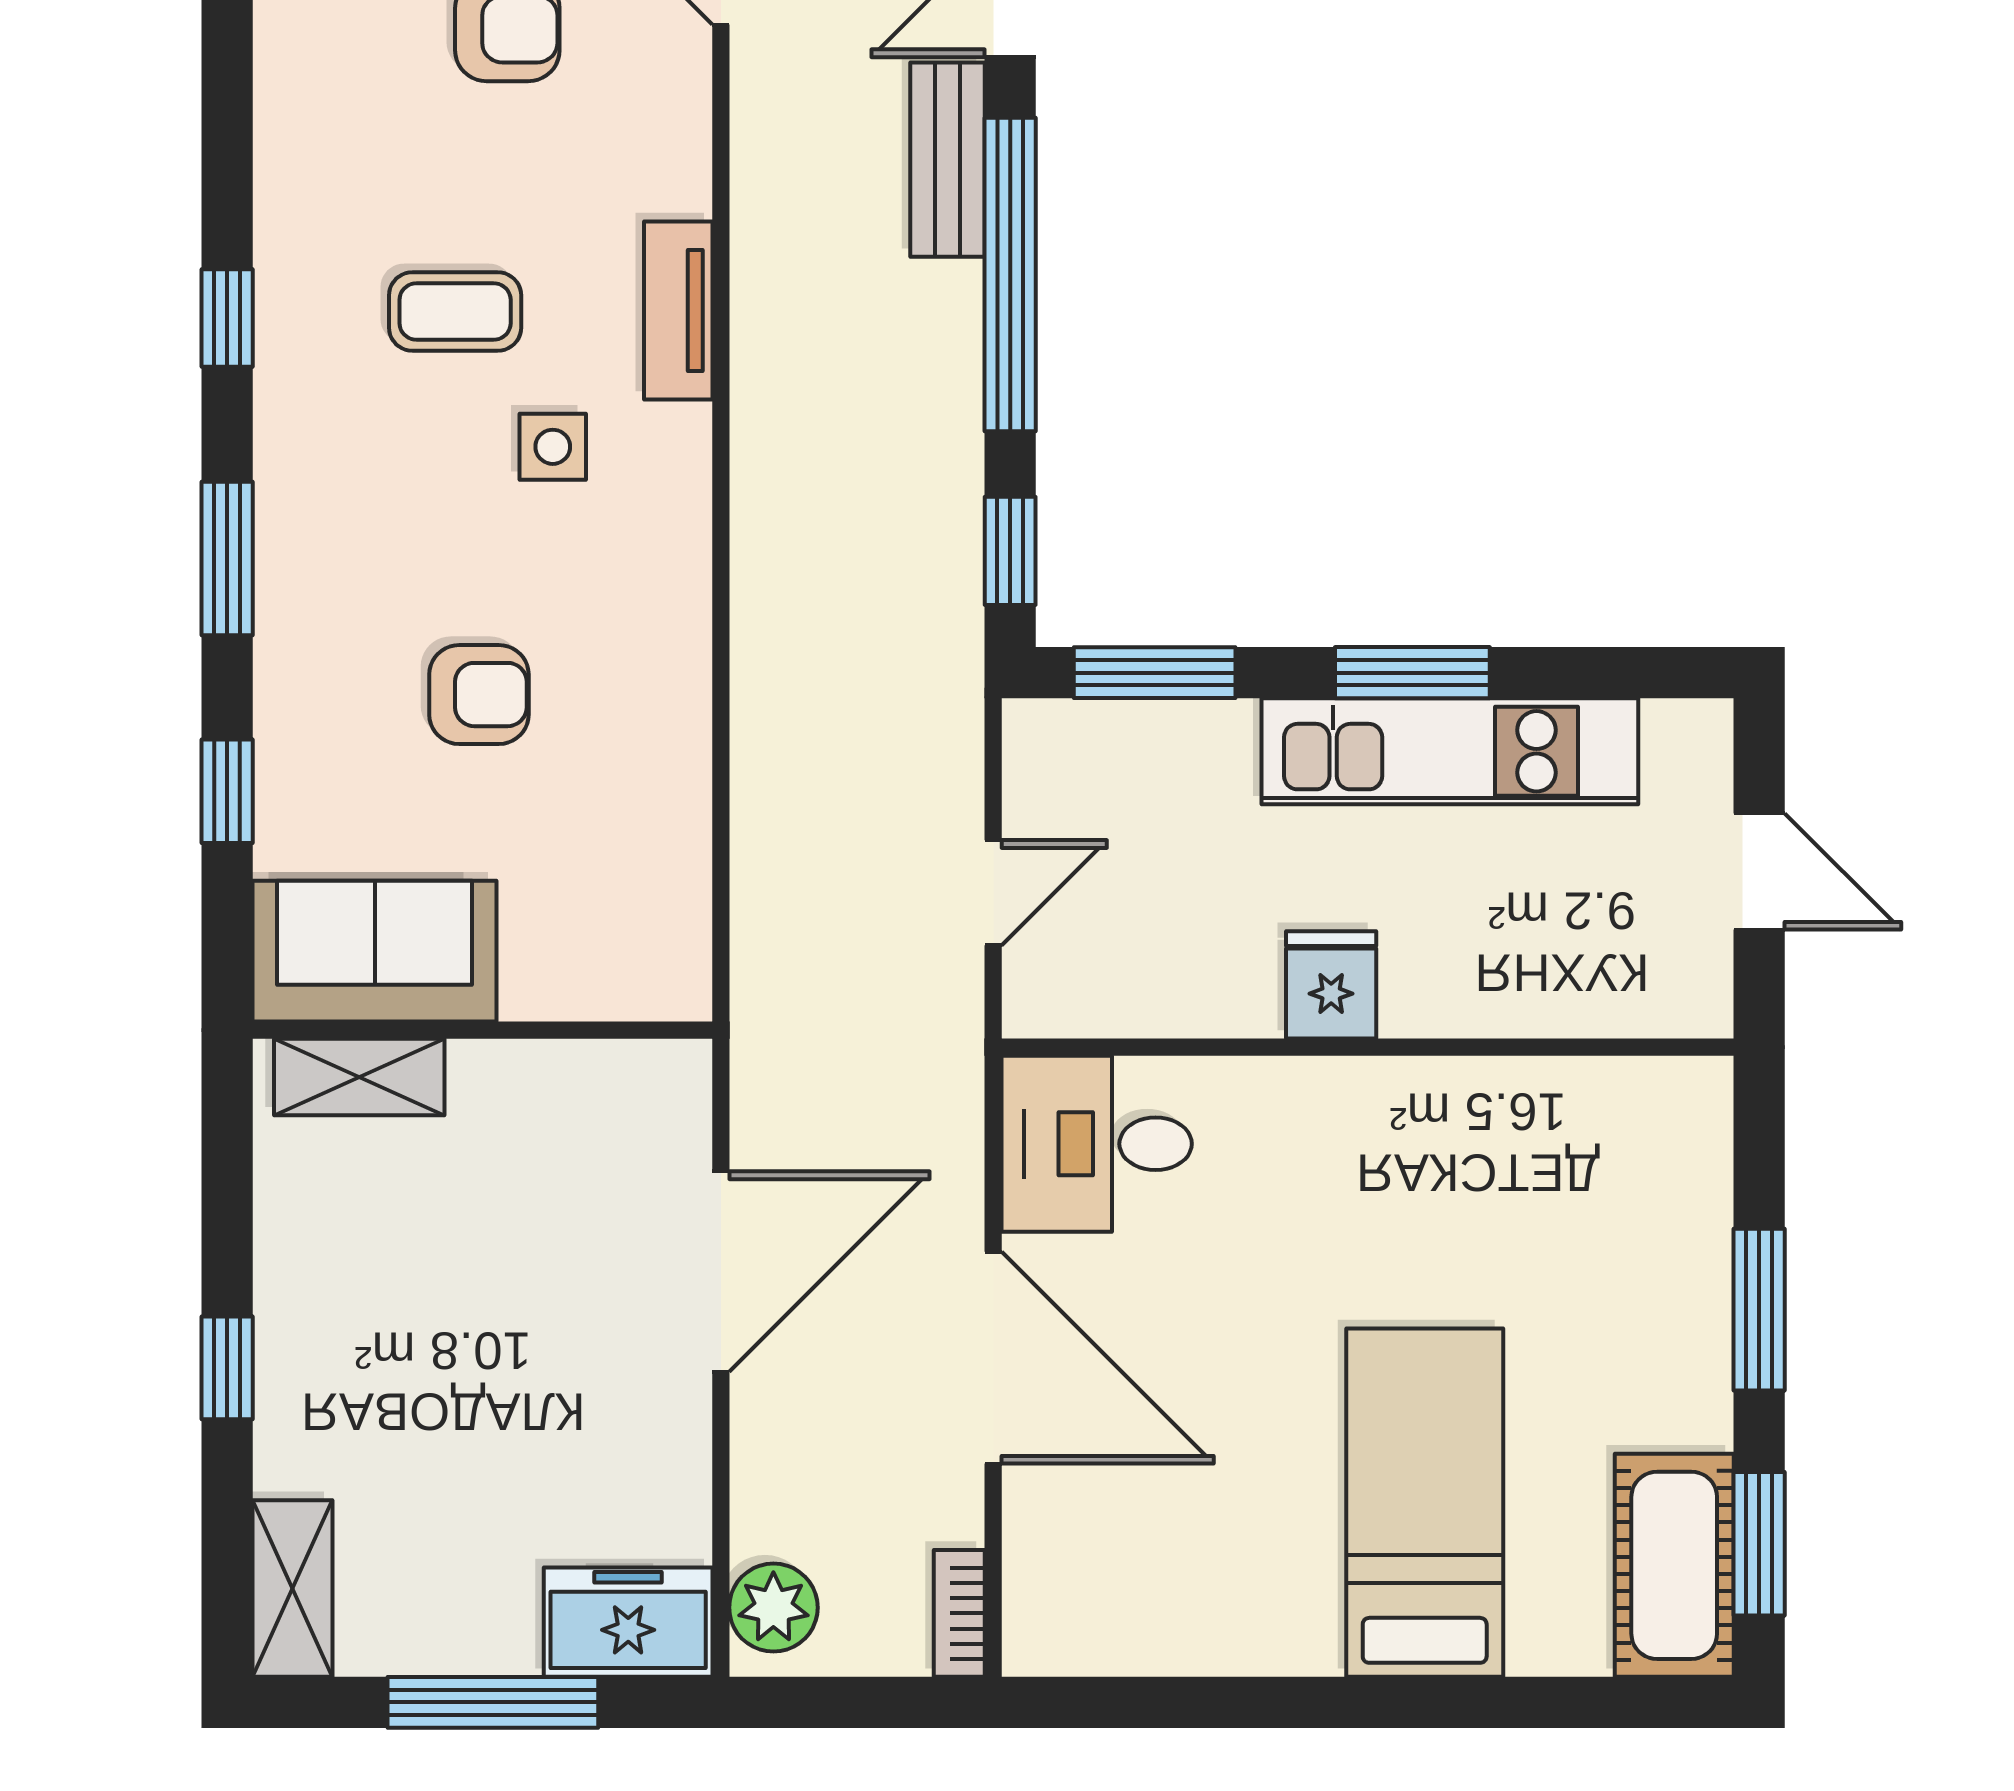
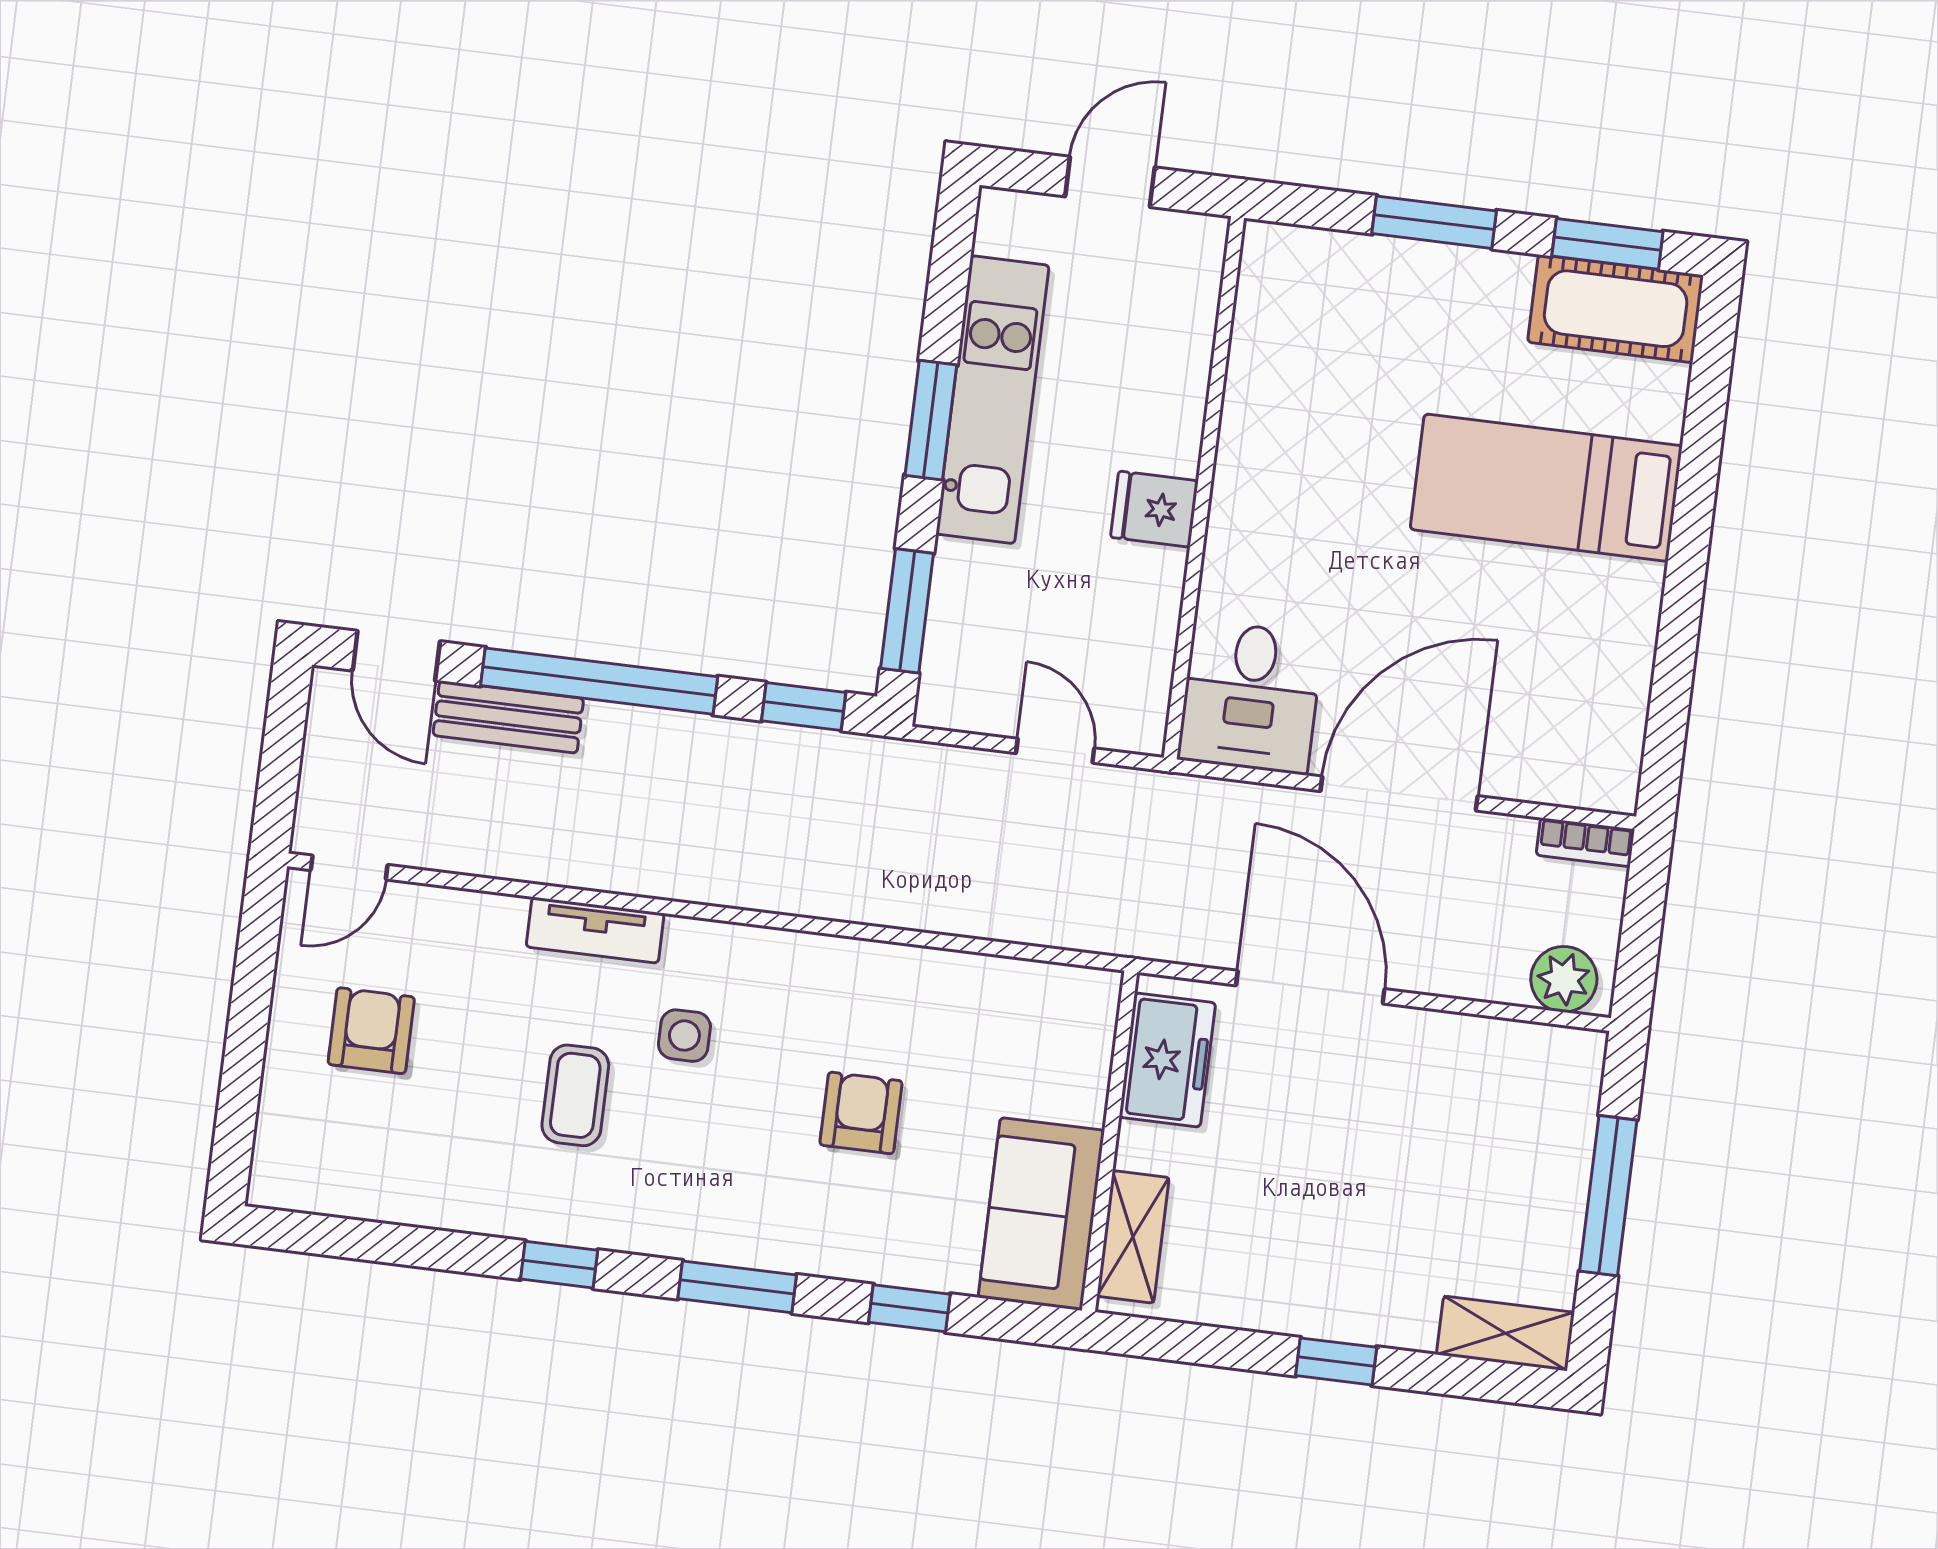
freezer: (628, 1622) -> (1167, 1060), moved, turned 180

